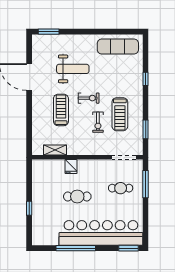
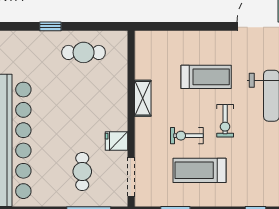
shelving: (55, 150) -> (143, 98), moved
fridge: (71, 167) -> (116, 141), moved
cafe table: (77, 196) -> (84, 52), moved, turned 90

